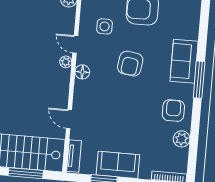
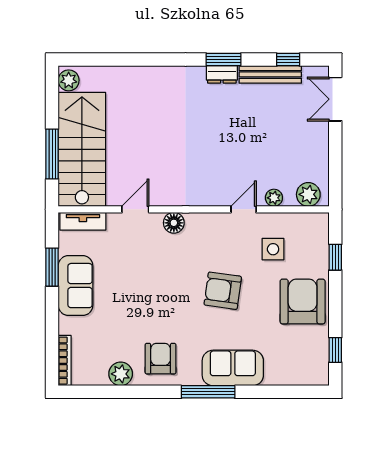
plant: (66, 62) -> (274, 198), moved
floor lamp: (82, 72) -> (174, 223), moved
armchair: (173, 111) -> (161, 359), turned -90

